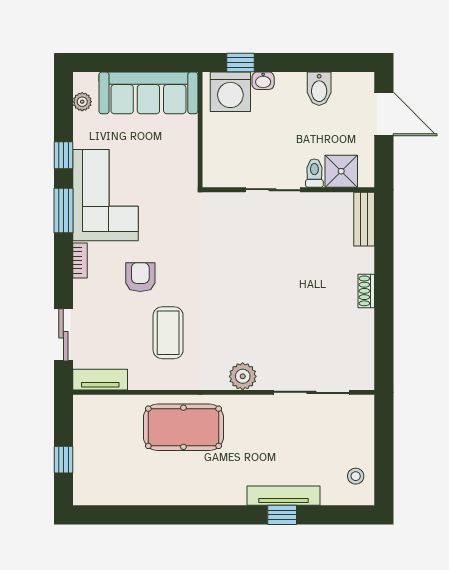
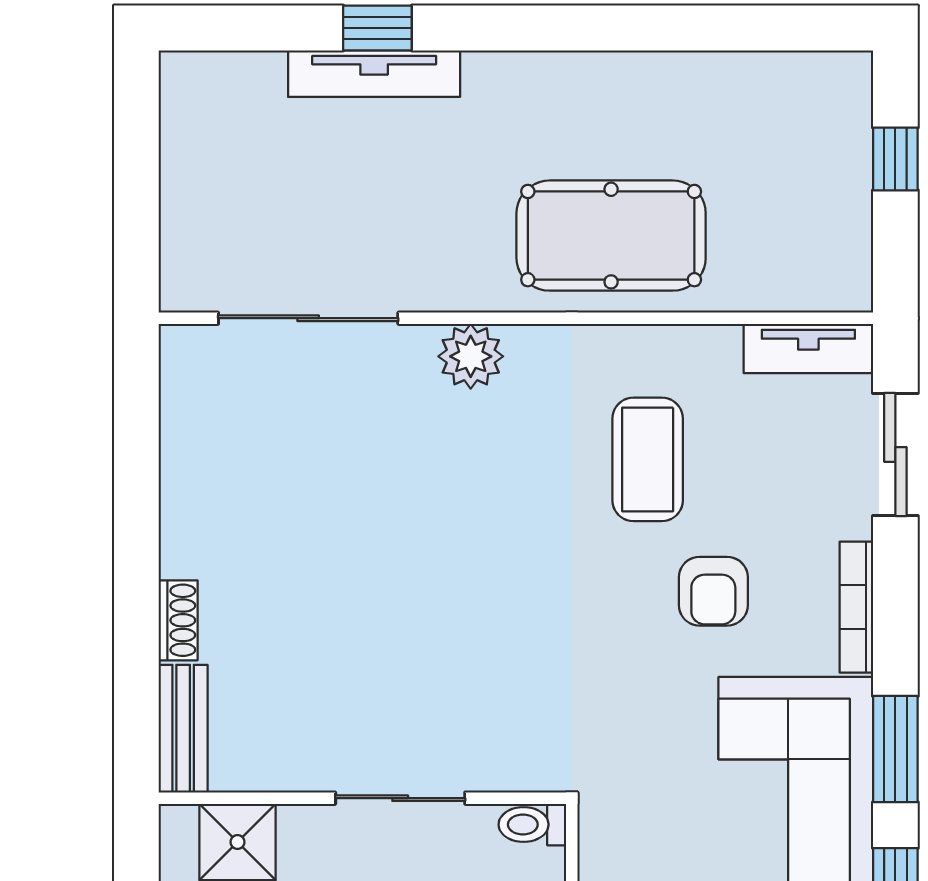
toilet: (314, 173) -> (532, 825), moved, turned 90
bookcase: (80, 260) -> (856, 607), width x1.56
shoe rack: (366, 291) -> (178, 620), moved
stool: (356, 476) -> (203, 120), removed

